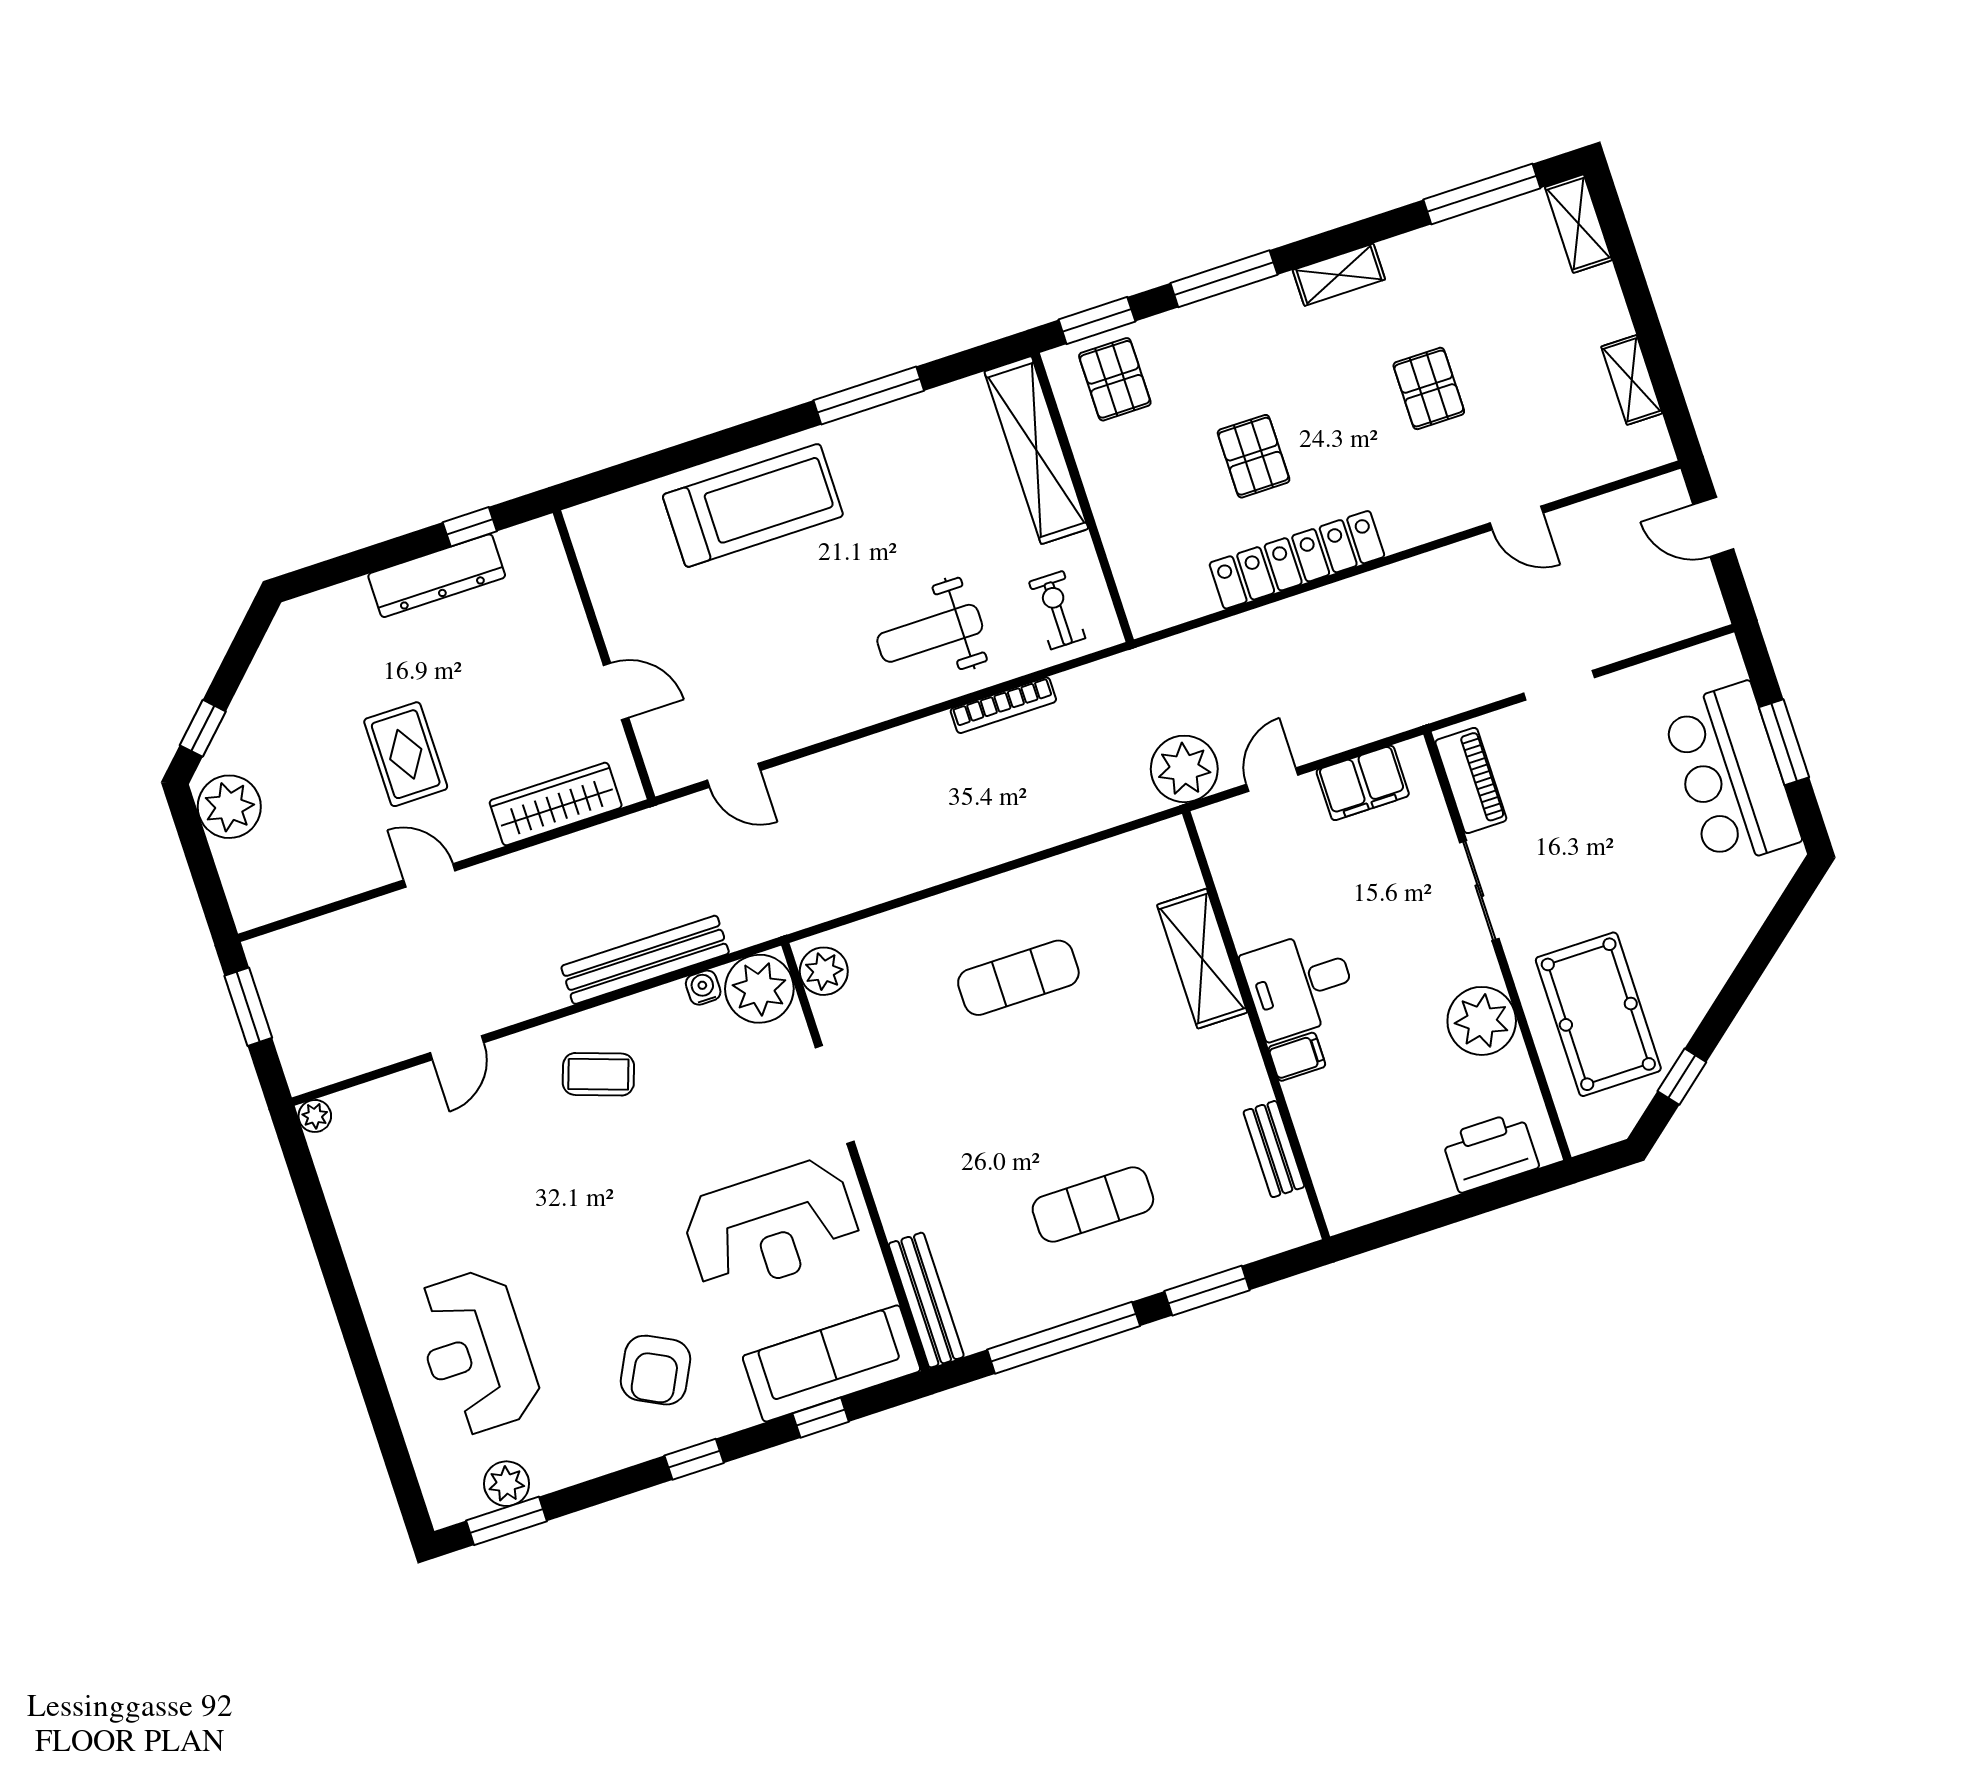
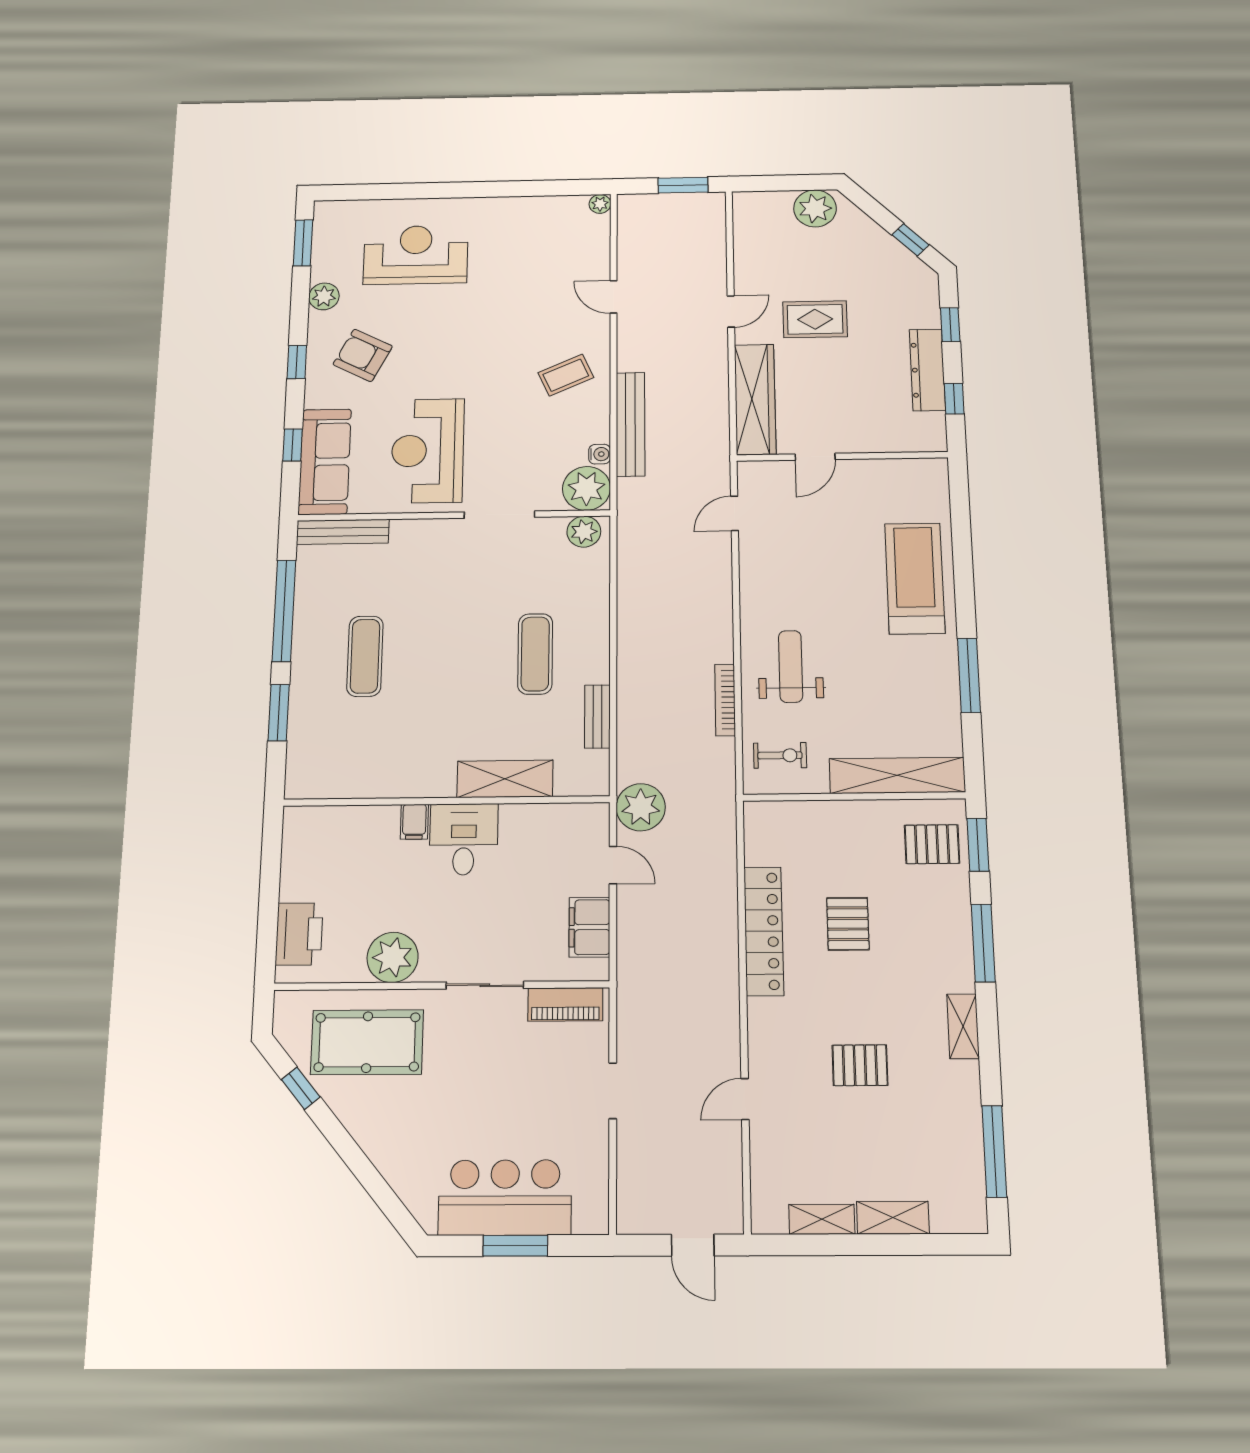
shelving: (1578, 224) -> (893, 1218), moved
pallet: (1254, 456) -> (848, 924), turned 90
treadmill: (753, 505) -> (915, 578), turned 180
door: (1713, 527) -> (693, 1245), swing flipped
window: (357, 564) -> (950, 325), added
window: (203, 728) -> (910, 240), moved
wardrobe: (556, 804) -> (755, 399), width x1.40, depth x1.17
coffee table: (598, 1074) -> (566, 375), turned 47
bench: (1274, 1149) -> (597, 716), moved, turned 90
plant: (506, 1484) -> (324, 296), moved

